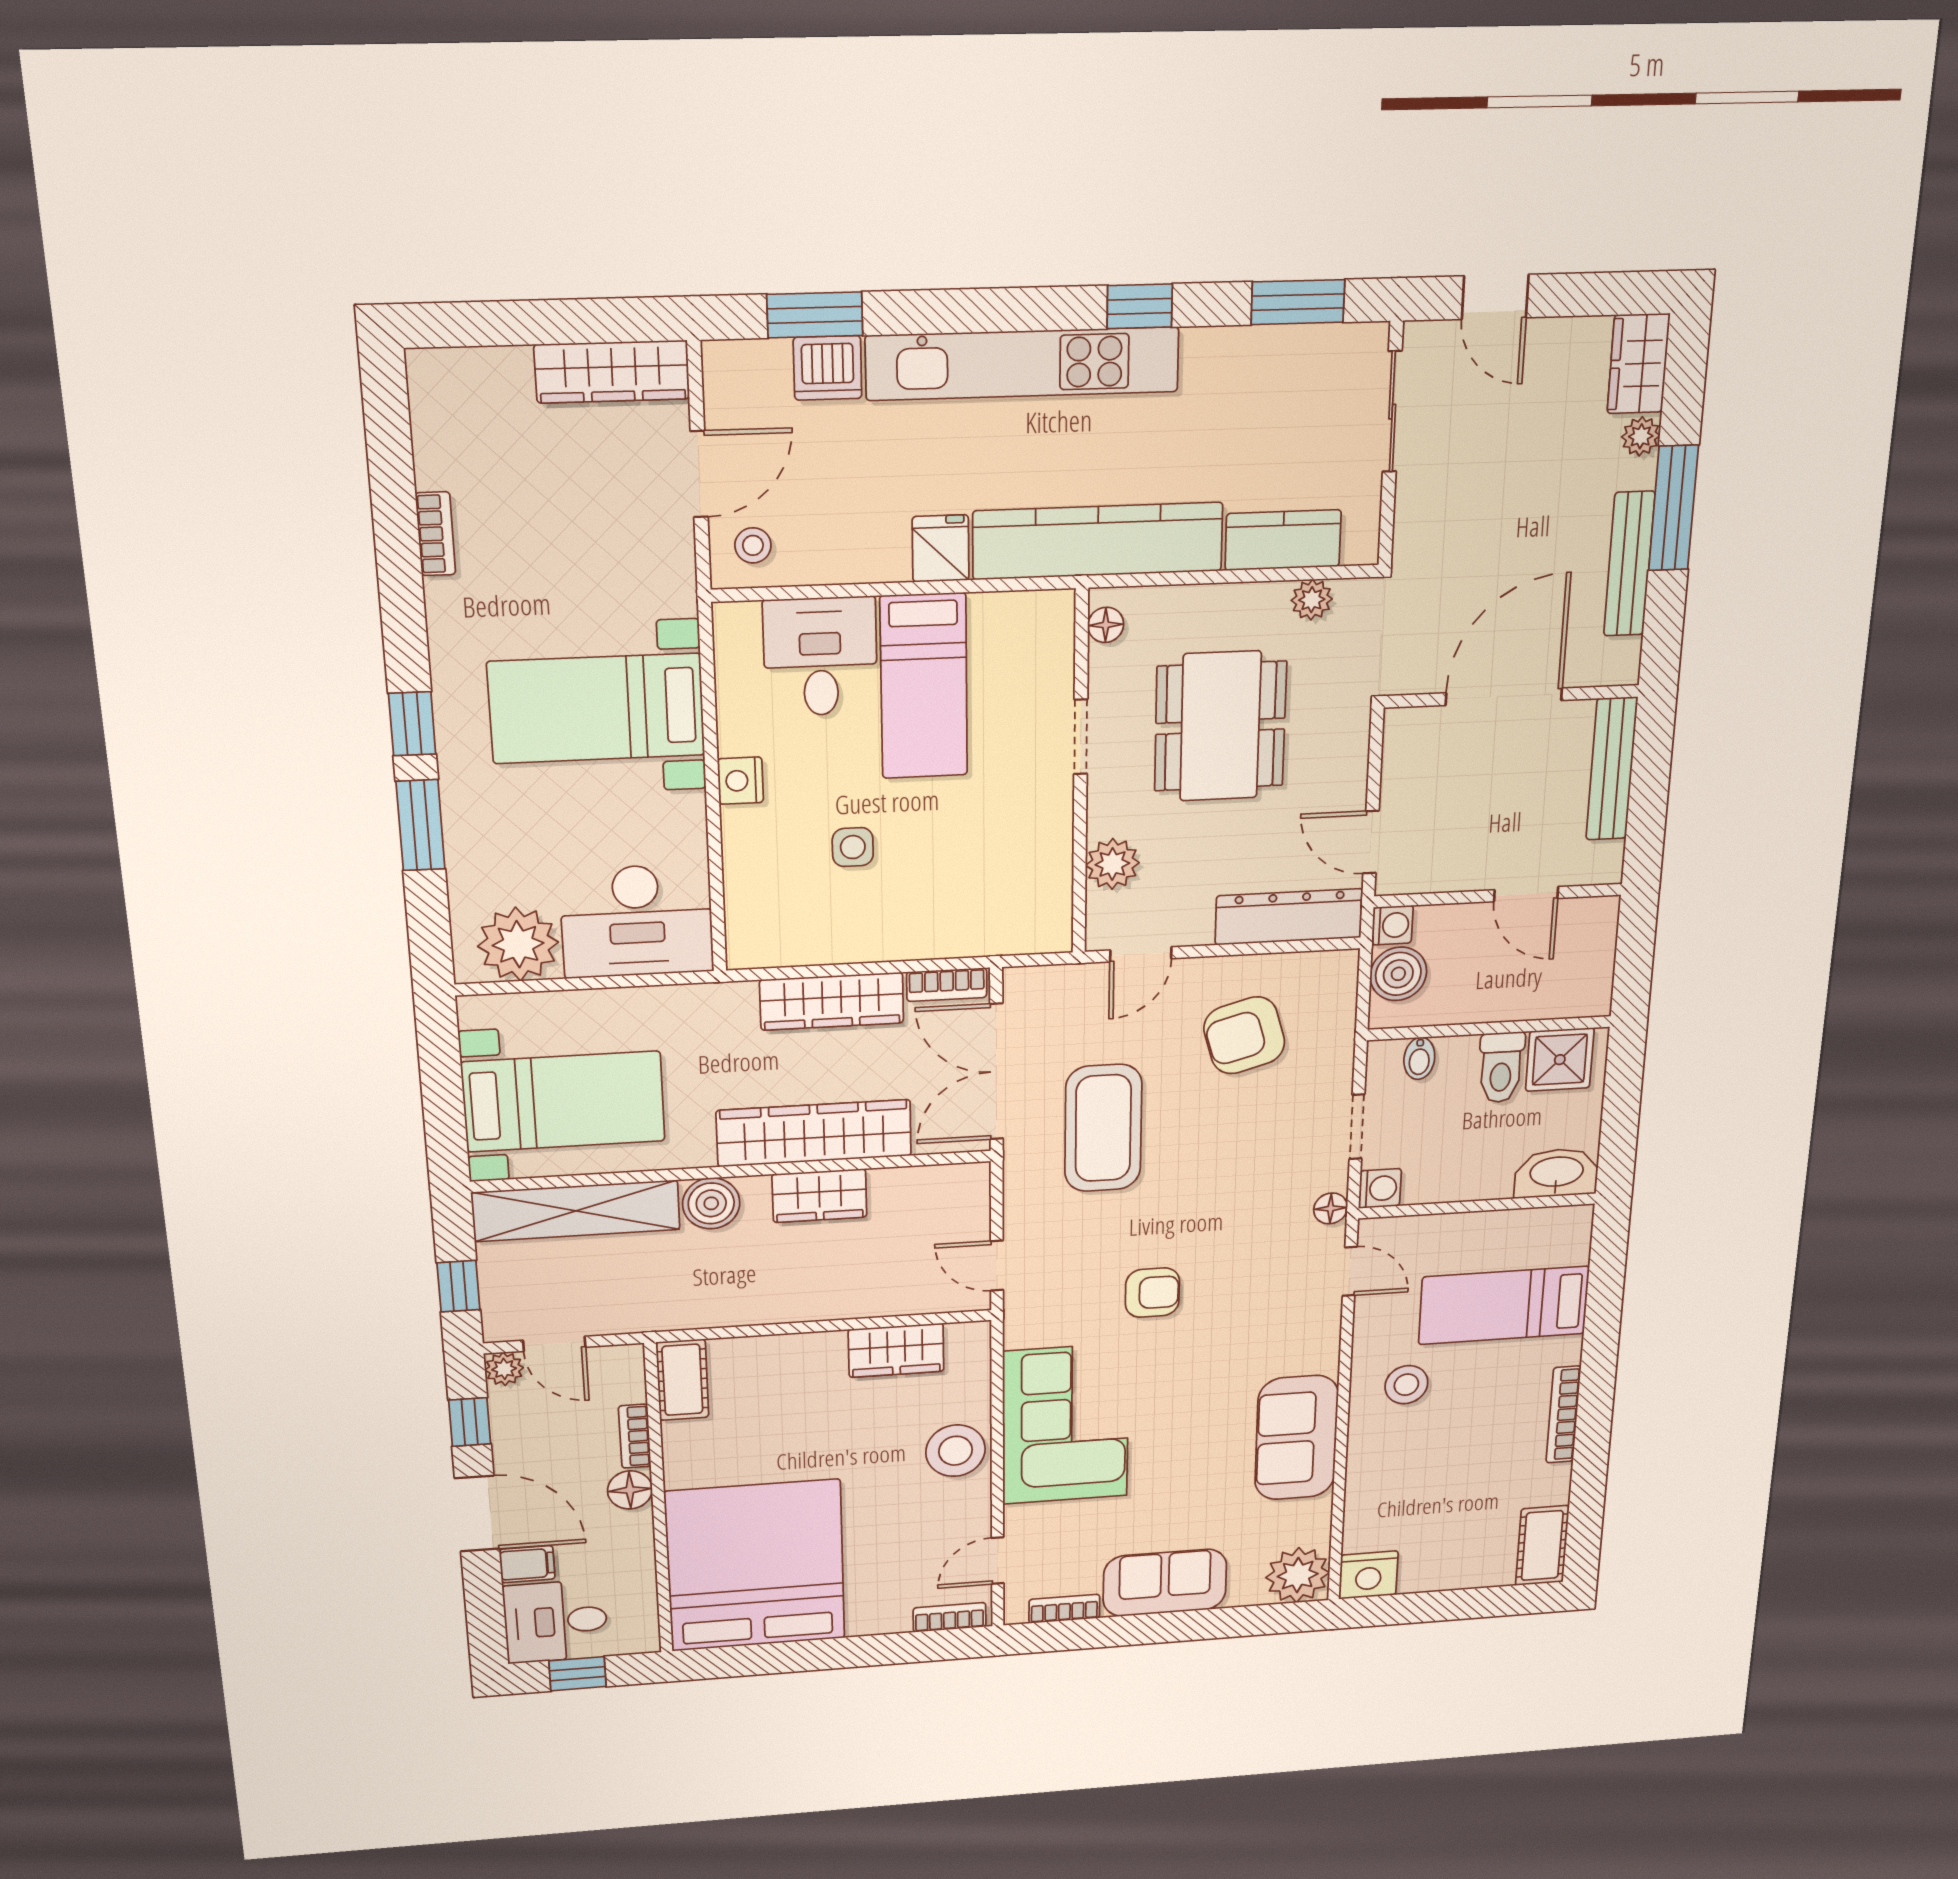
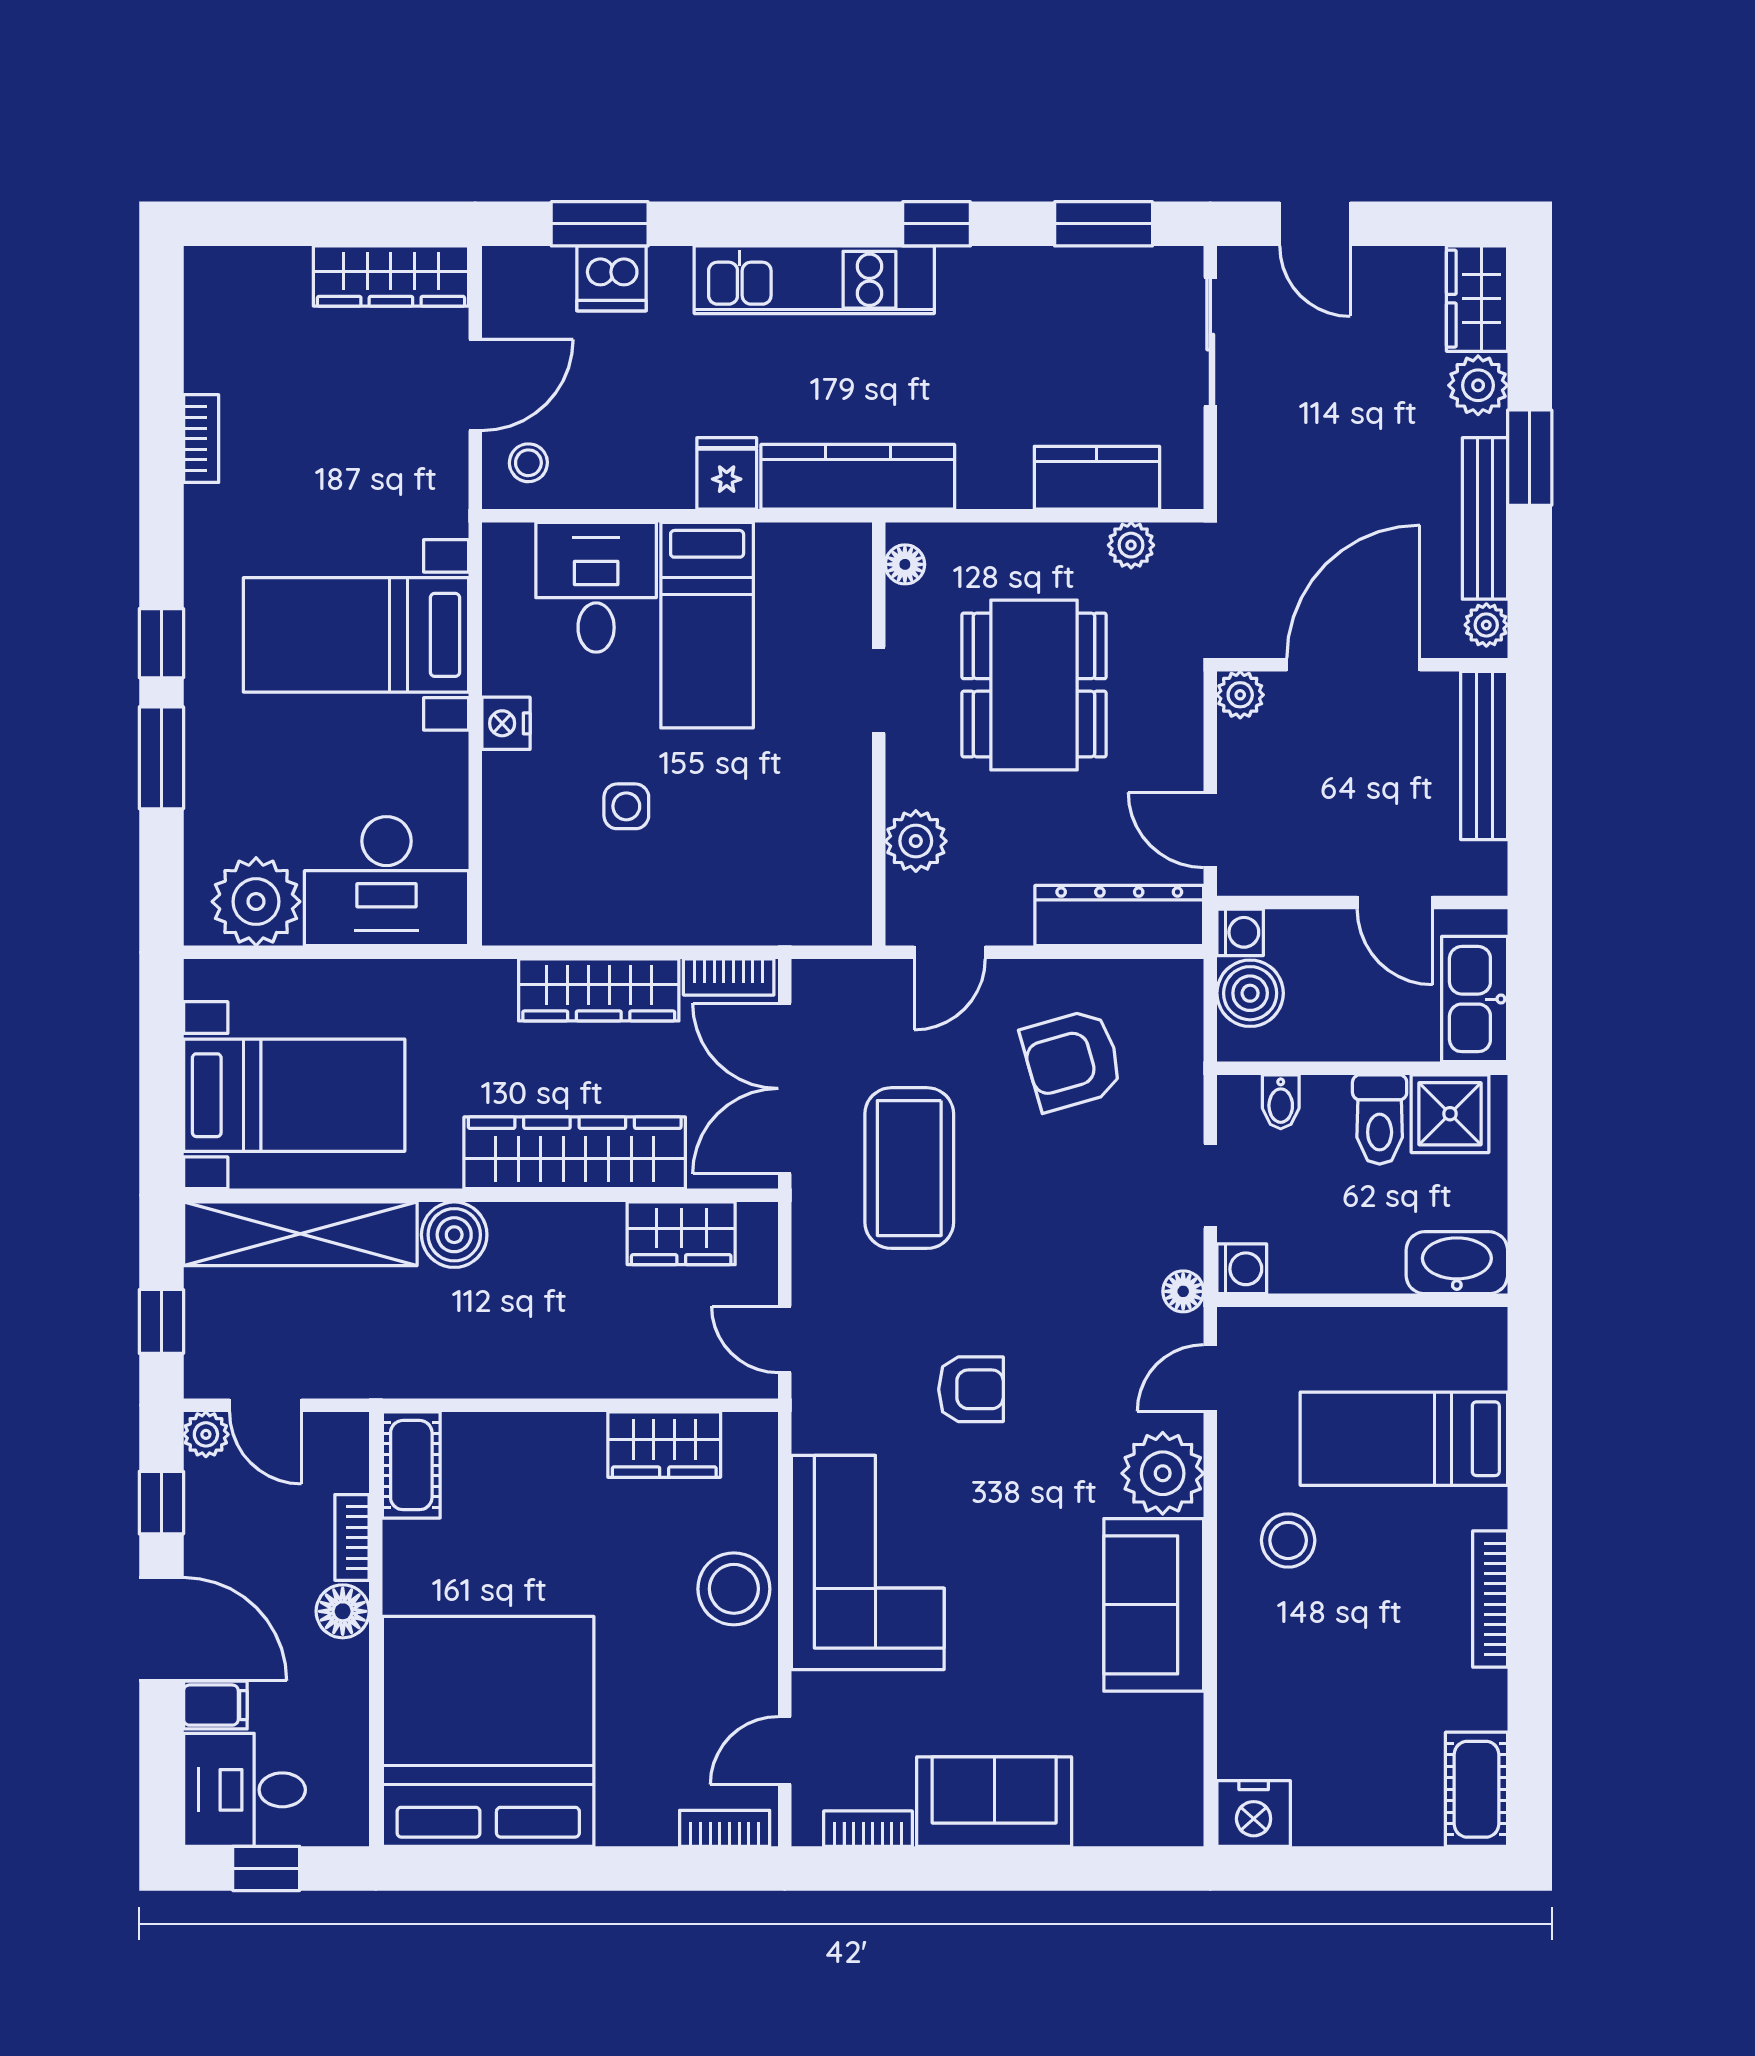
kitchen unit: (1023, 364) -> (814, 280), width x0.73
plant: (1641, 436) -> (1478, 385), width x1.38, depth x1.38
window: (1673, 508) -> (1530, 458), width x0.69
kitchen counter: (1098, 541) -> (858, 477), width x0.72, depth x0.86
plant: (1623, 657) -> (1486, 625), added
plant: (1403, 727) -> (1240, 695), added
kitchen sink: (1587, 968) -> (1475, 999), added
wardrobe: (819, 1196) -> (681, 1233), moved
door: (1350, 1271) -> (1210, 1378), swing flipped
plant: (1298, 1575) -> (1163, 1473), moved

